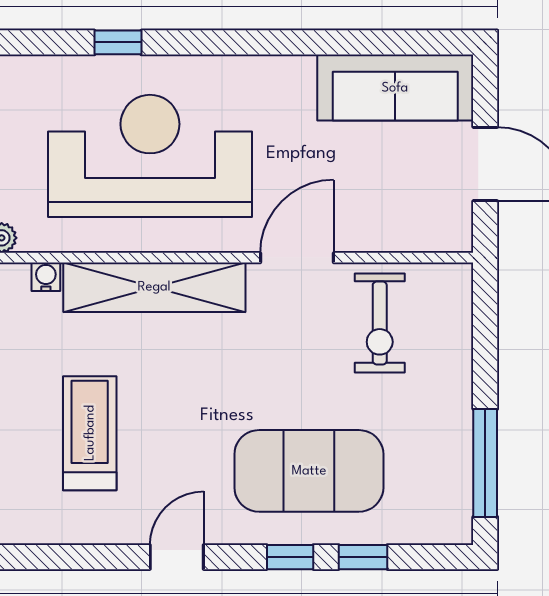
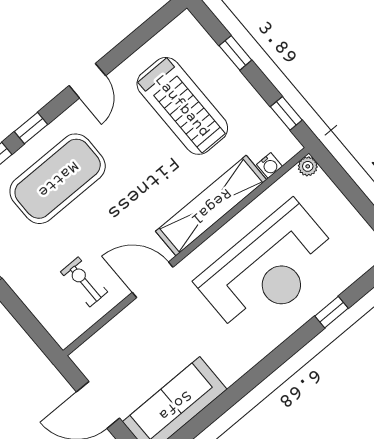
door: (297, 258) -> (153, 280), swing flipped
exercise bike: (380, 323) -> (84, 282), width x0.73, depth x0.72
treadmill: (90, 433) -> (182, 106), width x1.37, depth x1.38

